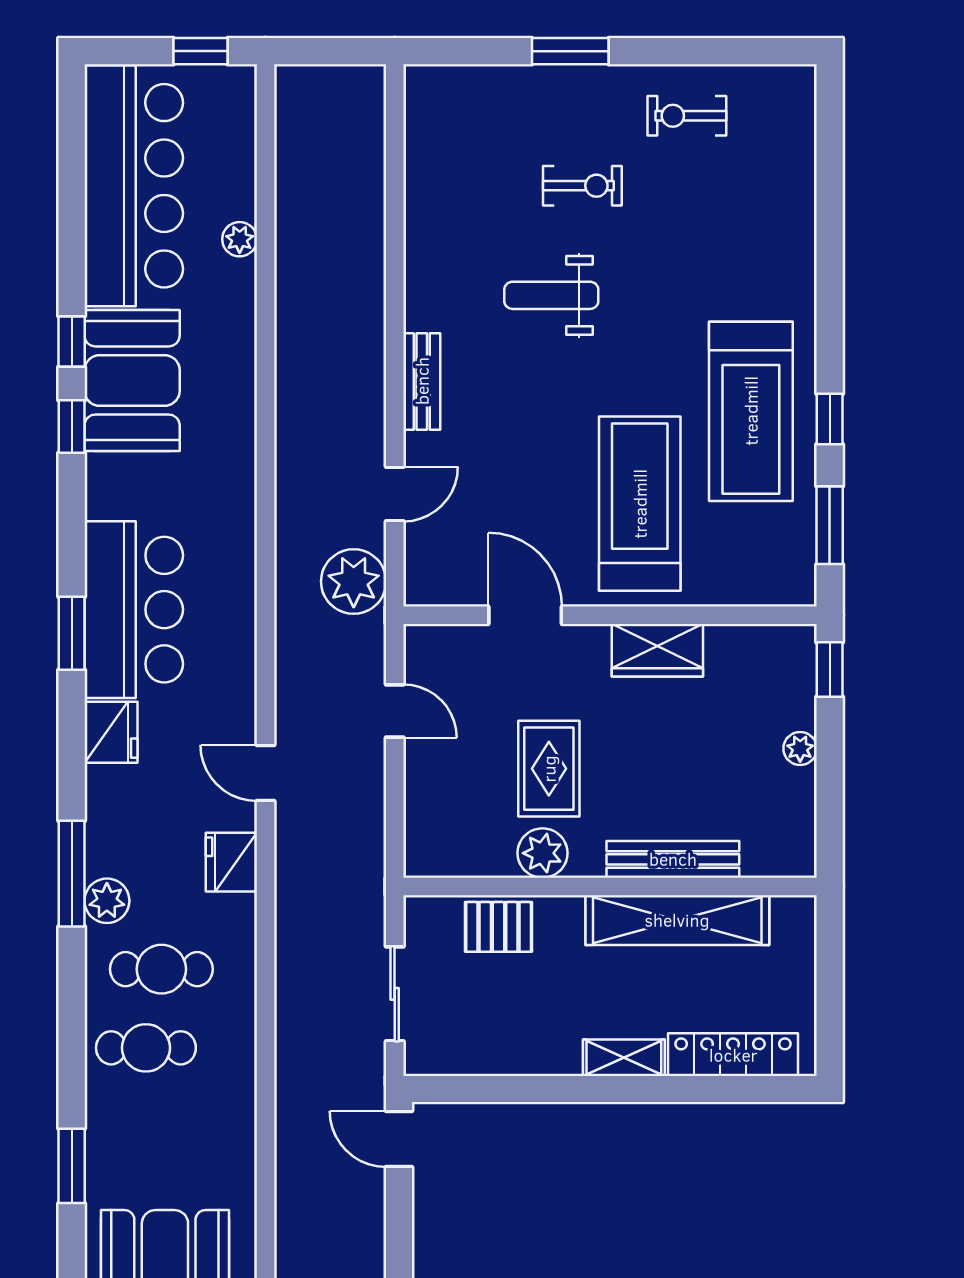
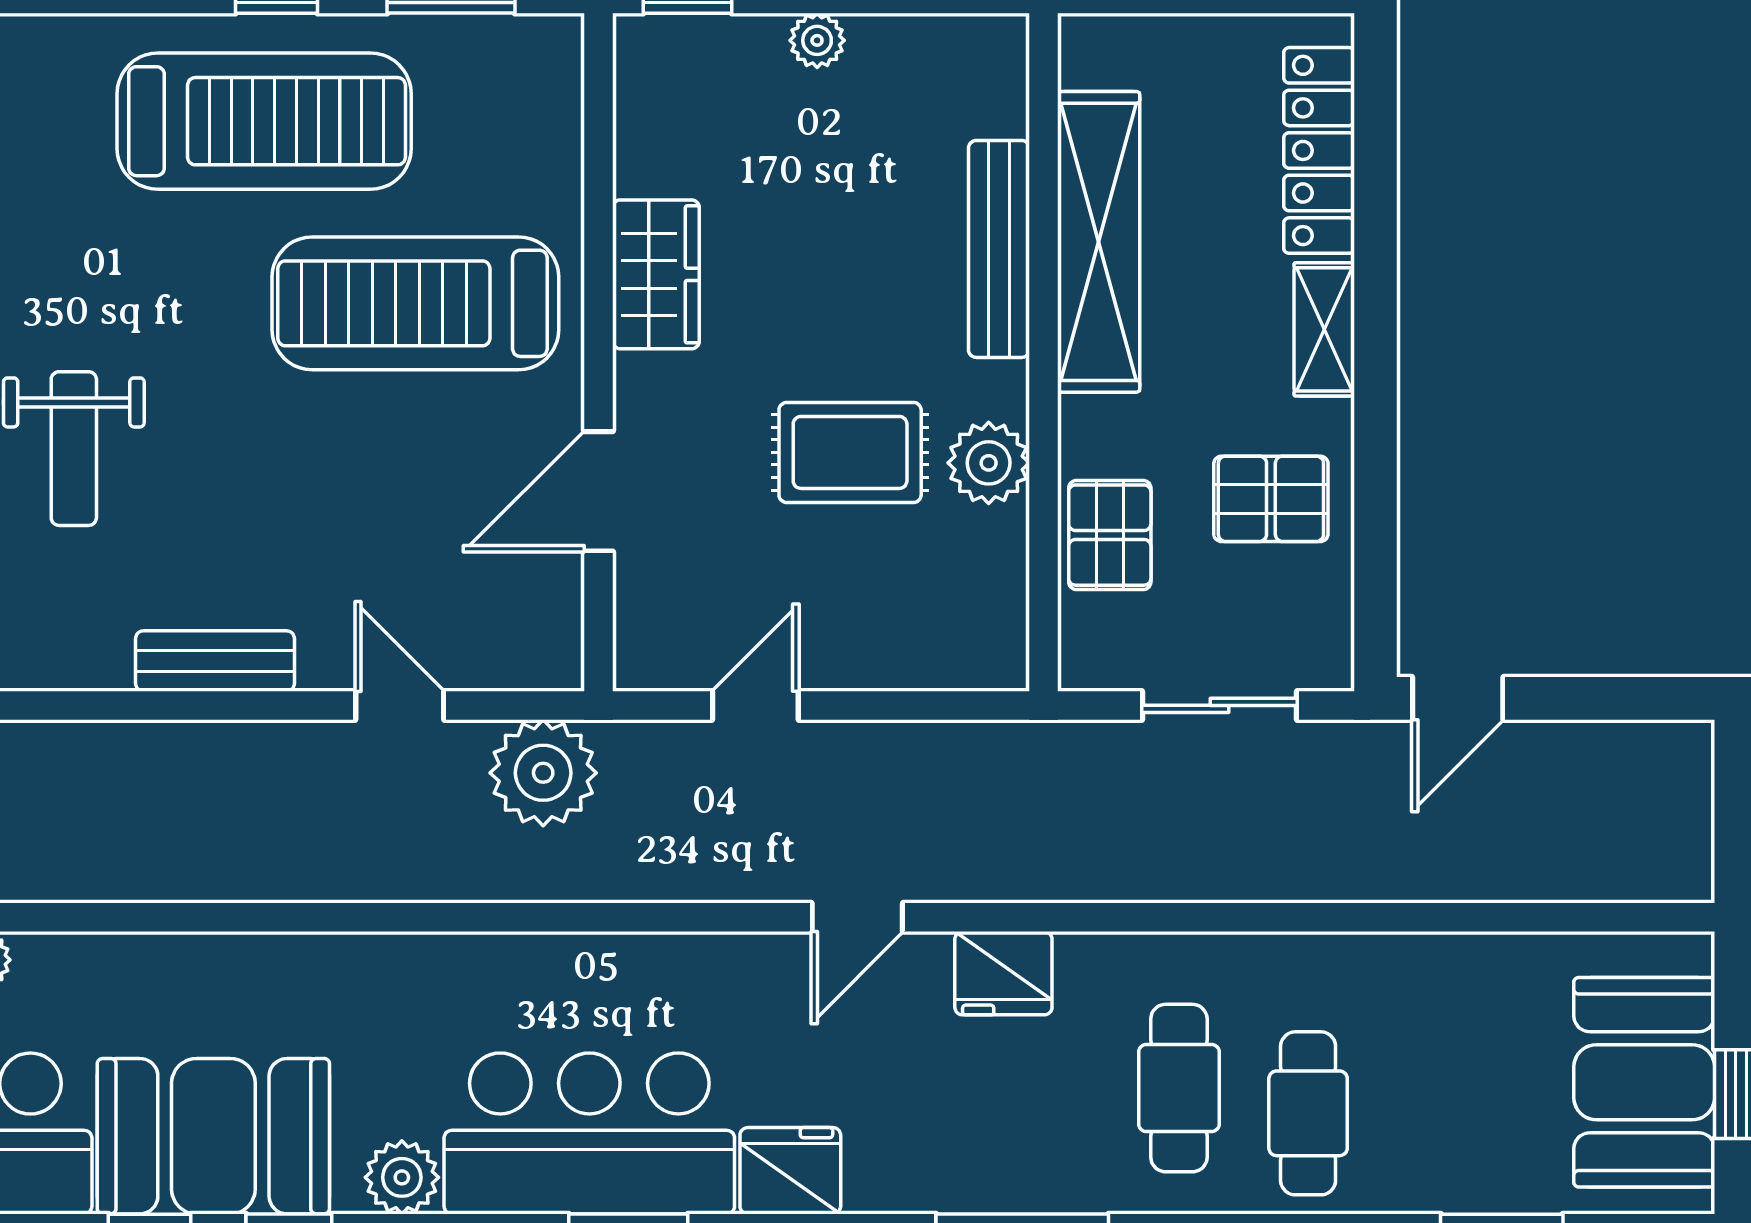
plant: (107, 901) -> (402, 1177), moved
pallet: (521, 1025) -> (1271, 499), added

